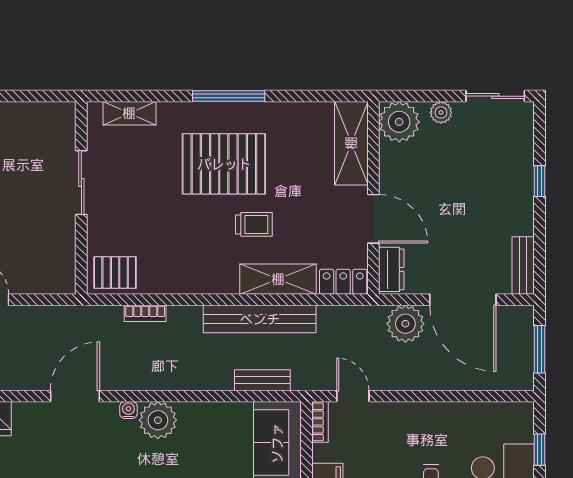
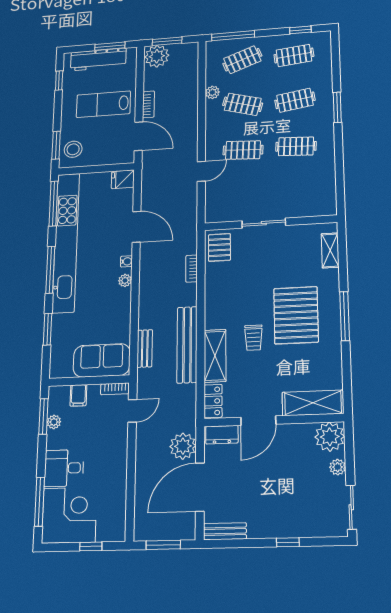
sliding door: (81, 183) -> (264, 223), moved
plant: (158, 420) -> (125, 280), width x0.53, depth x0.53

